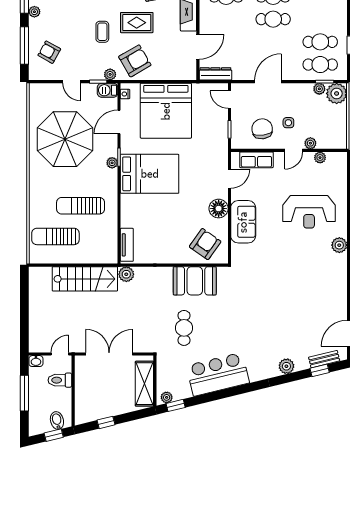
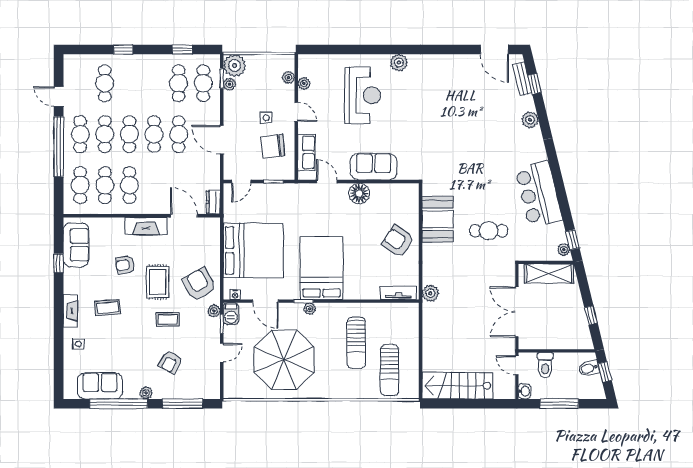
cafe table: (273, 42) -> (179, 134), added
armchair: (49, 52) -> (170, 362), moved
dresser: (215, 74) -> (213, 202), width x0.70
plant: (310, 143) -> (288, 77), moved
armchair: (205, 244) -> (398, 241), moved
stairs: (85, 279) -> (457, 386), moved, turned -90

